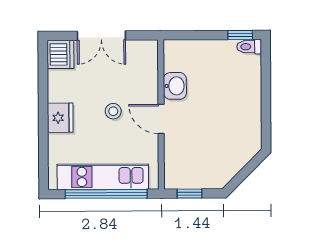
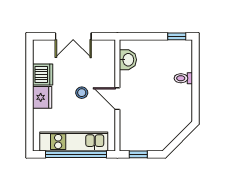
toilet: (249, 47) -> (183, 78), moved
dishwasher: (60, 54) -> (43, 75), moved
washbasin: (175, 86) -> (128, 60), moved

